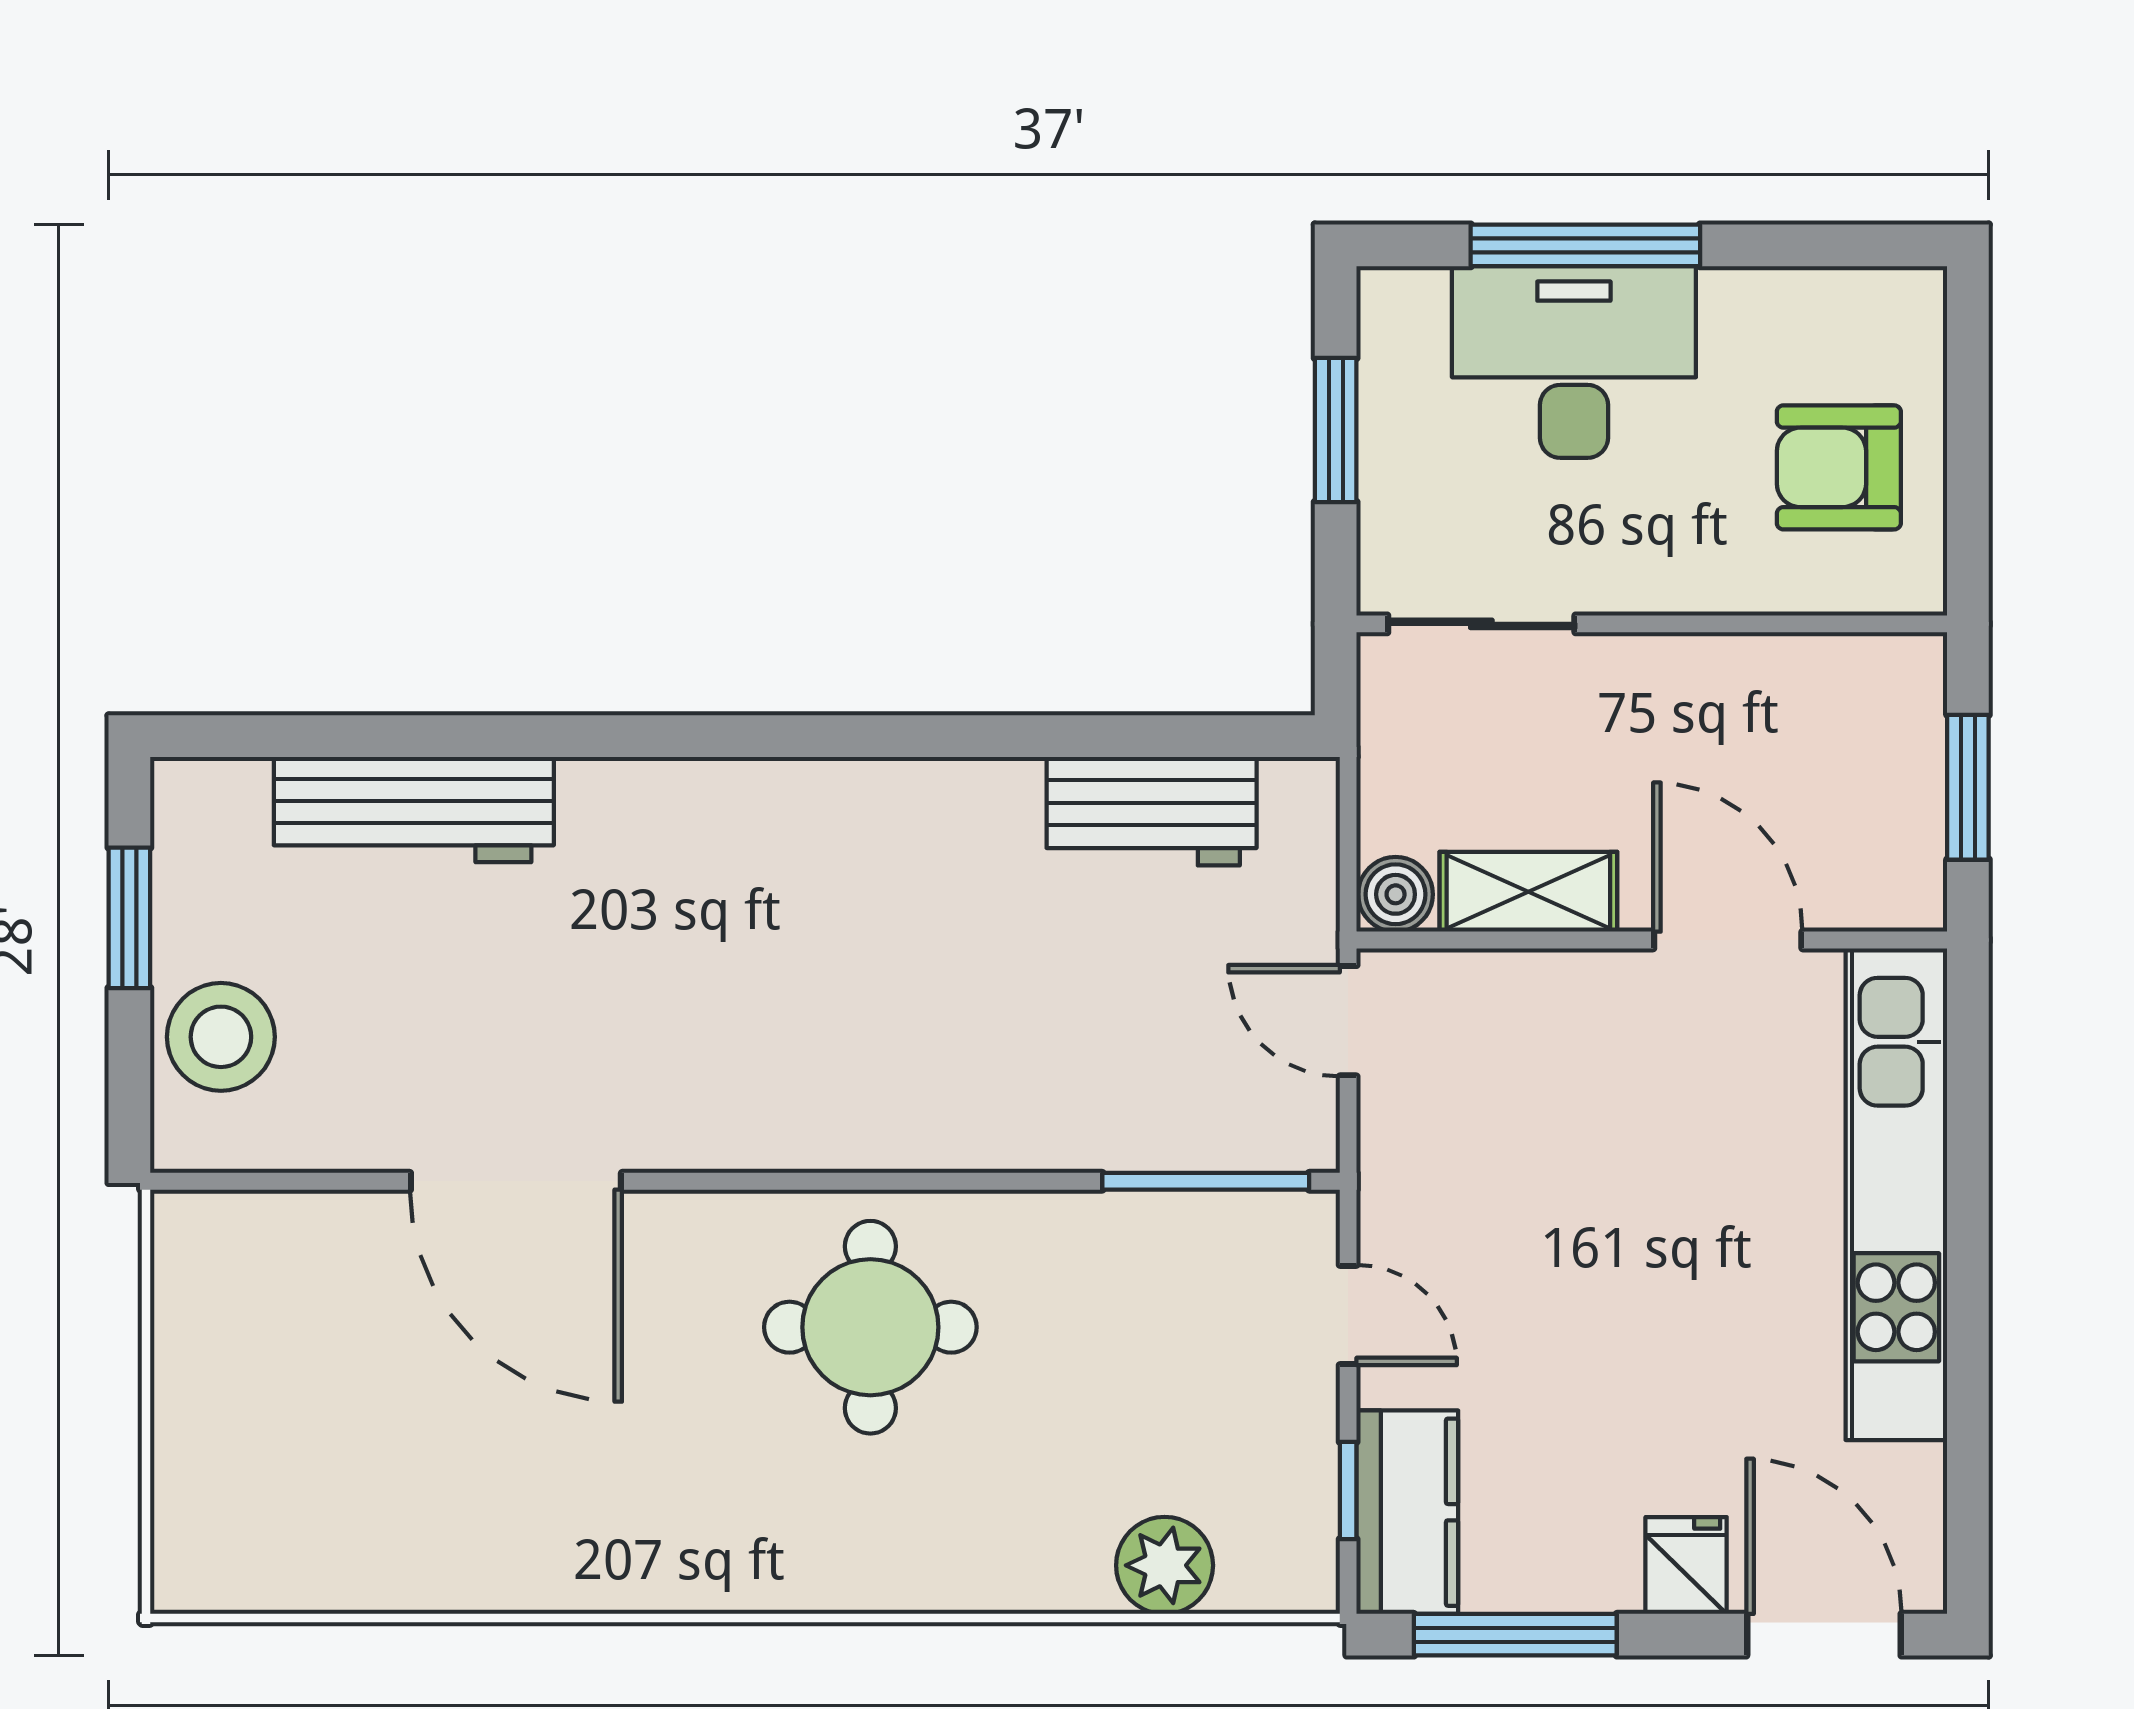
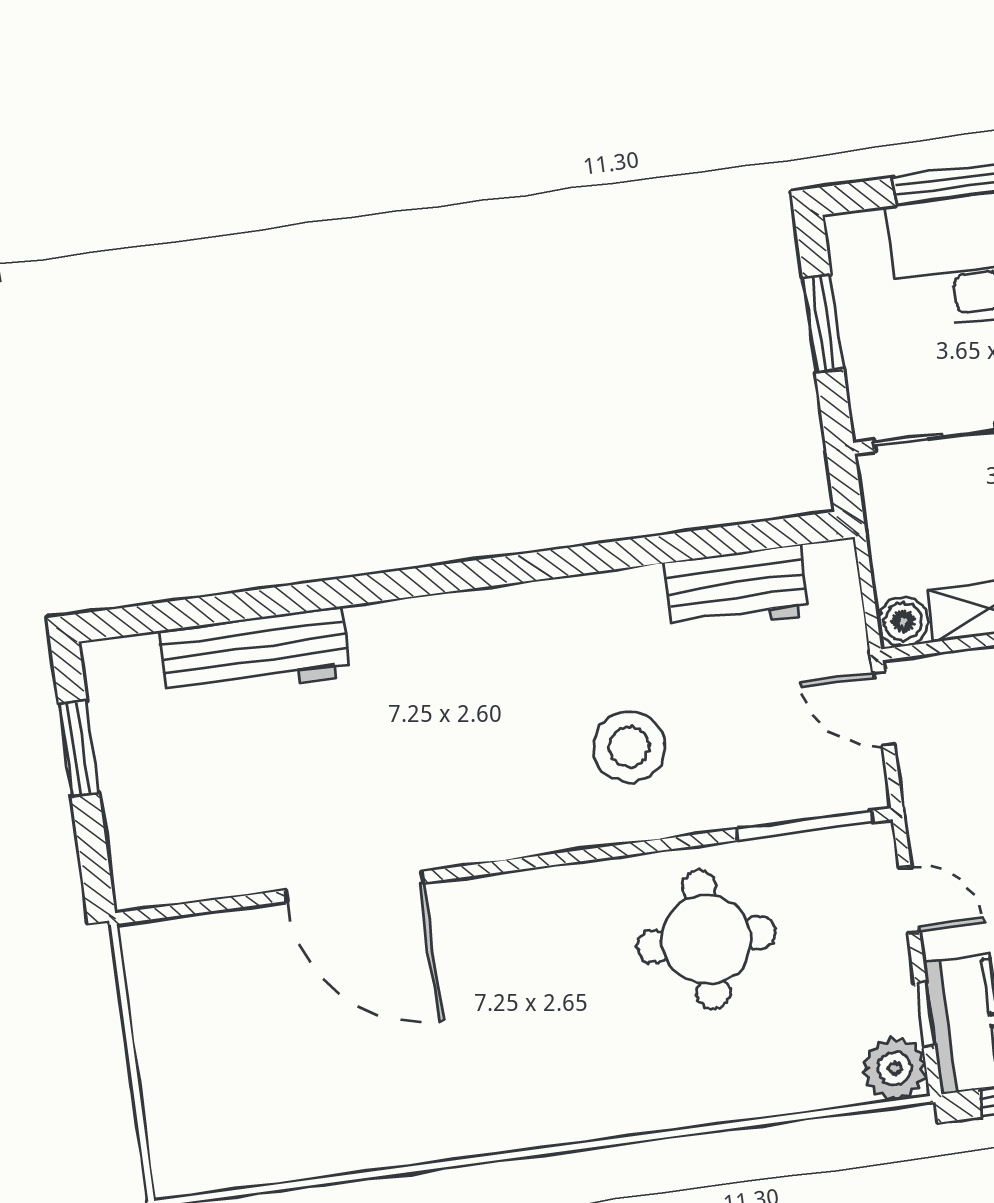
stool: (221, 1037) -> (629, 747), moved
round table: (870, 1327) -> (706, 940), moved
plant: (1165, 1565) -> (894, 1069), moved

